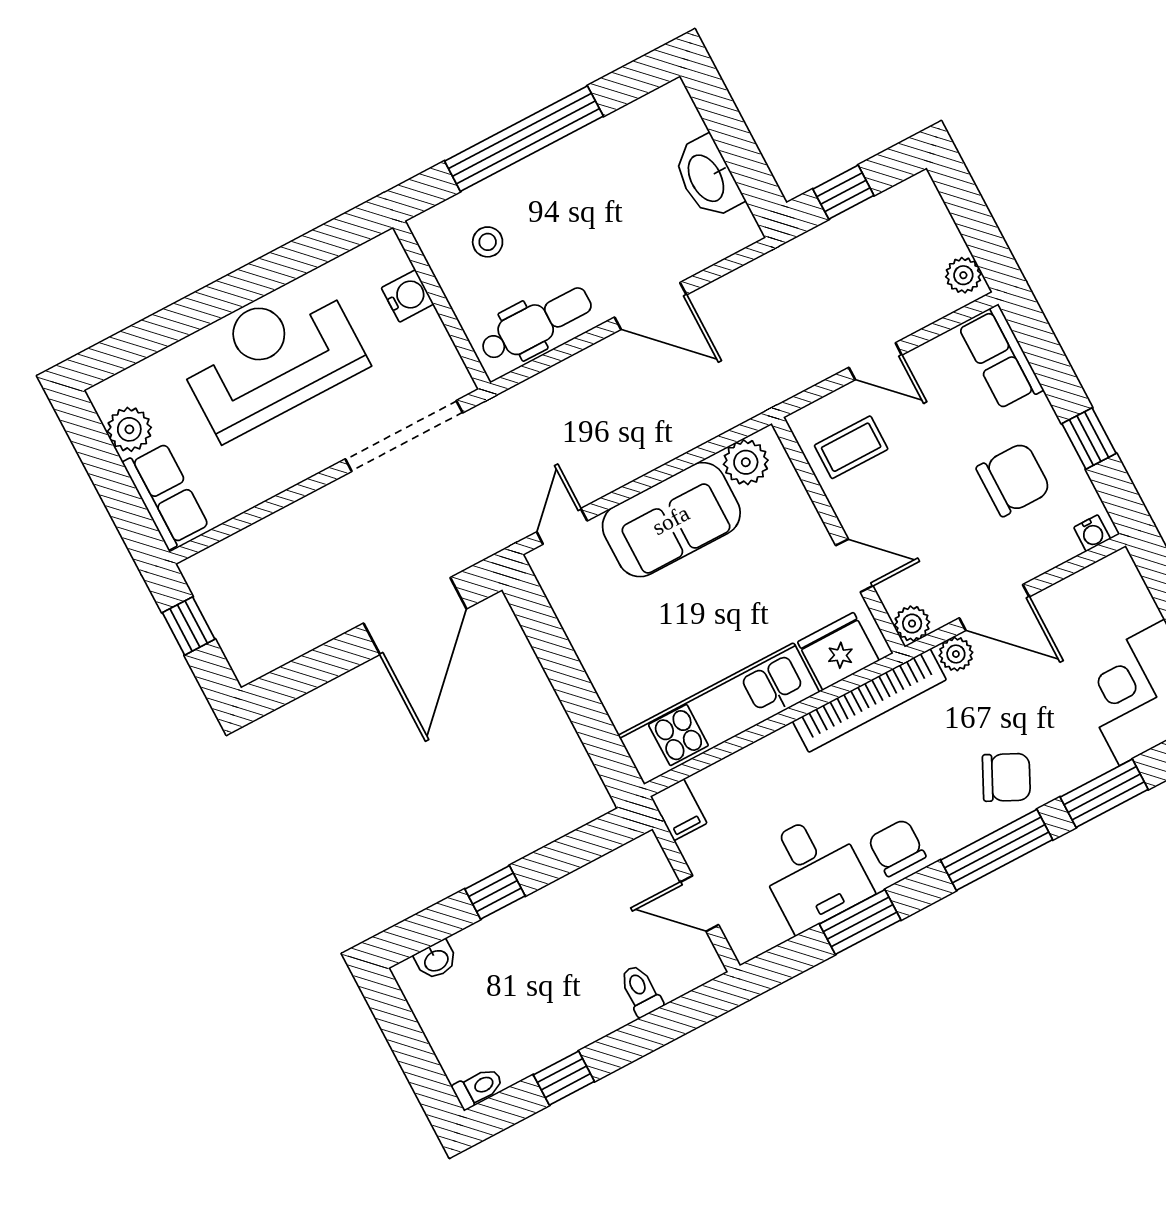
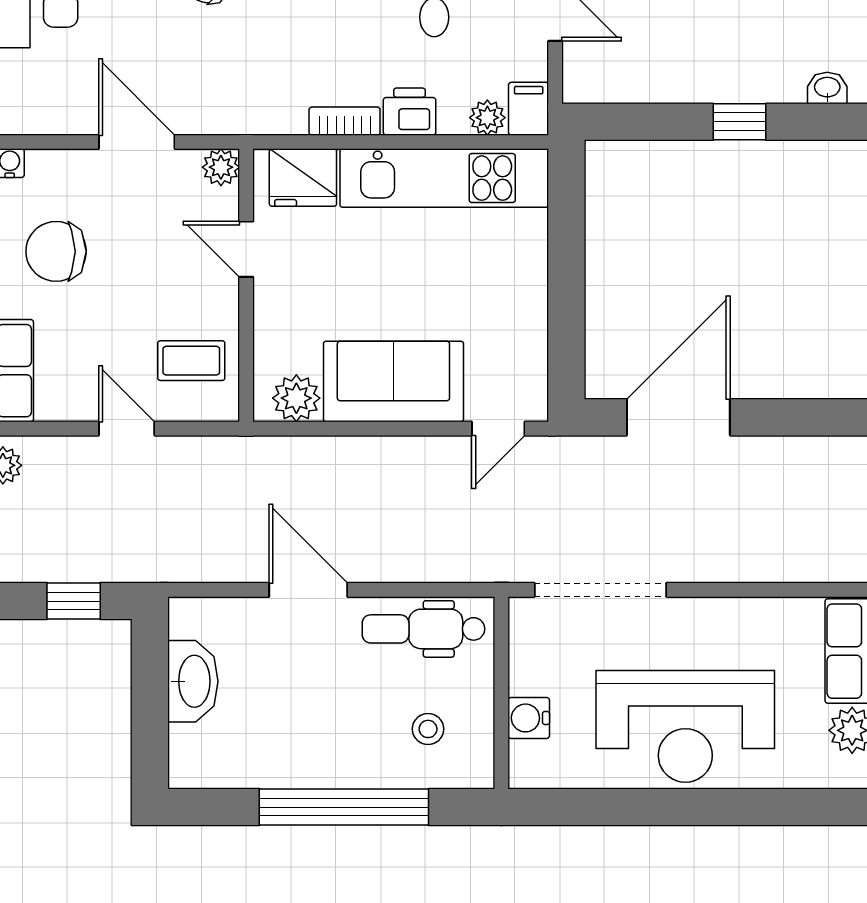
plant: (956, 654) -> (487, 118), moved
bookcase: (869, 701) -> (345, 121), width x0.43, depth x0.76
printer: (778, 754) -> (410, 112), added

